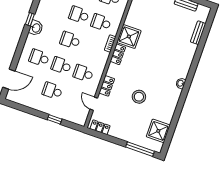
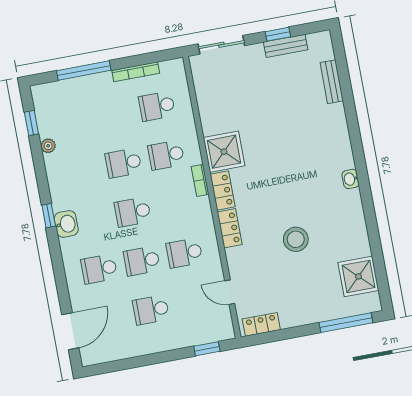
locker: (107, 86) -> (230, 228), moved
window: (55, 119) -> (207, 349), moved

